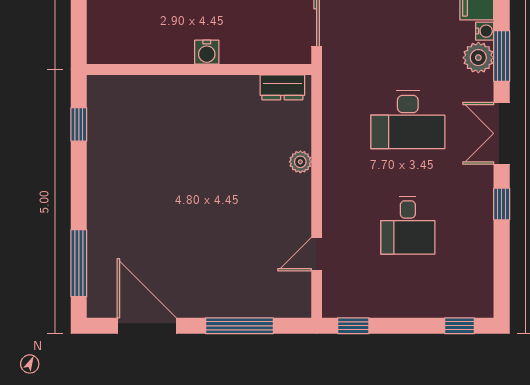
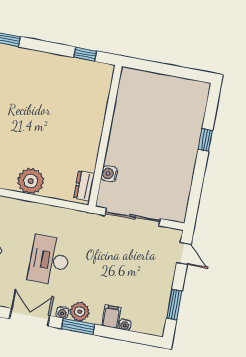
water cooler: (485, 31) -> (62, 313), moved
water cooler: (207, 52) -> (109, 174), moved
plant: (300, 162) -> (31, 181), width x1.87, depth x1.87

